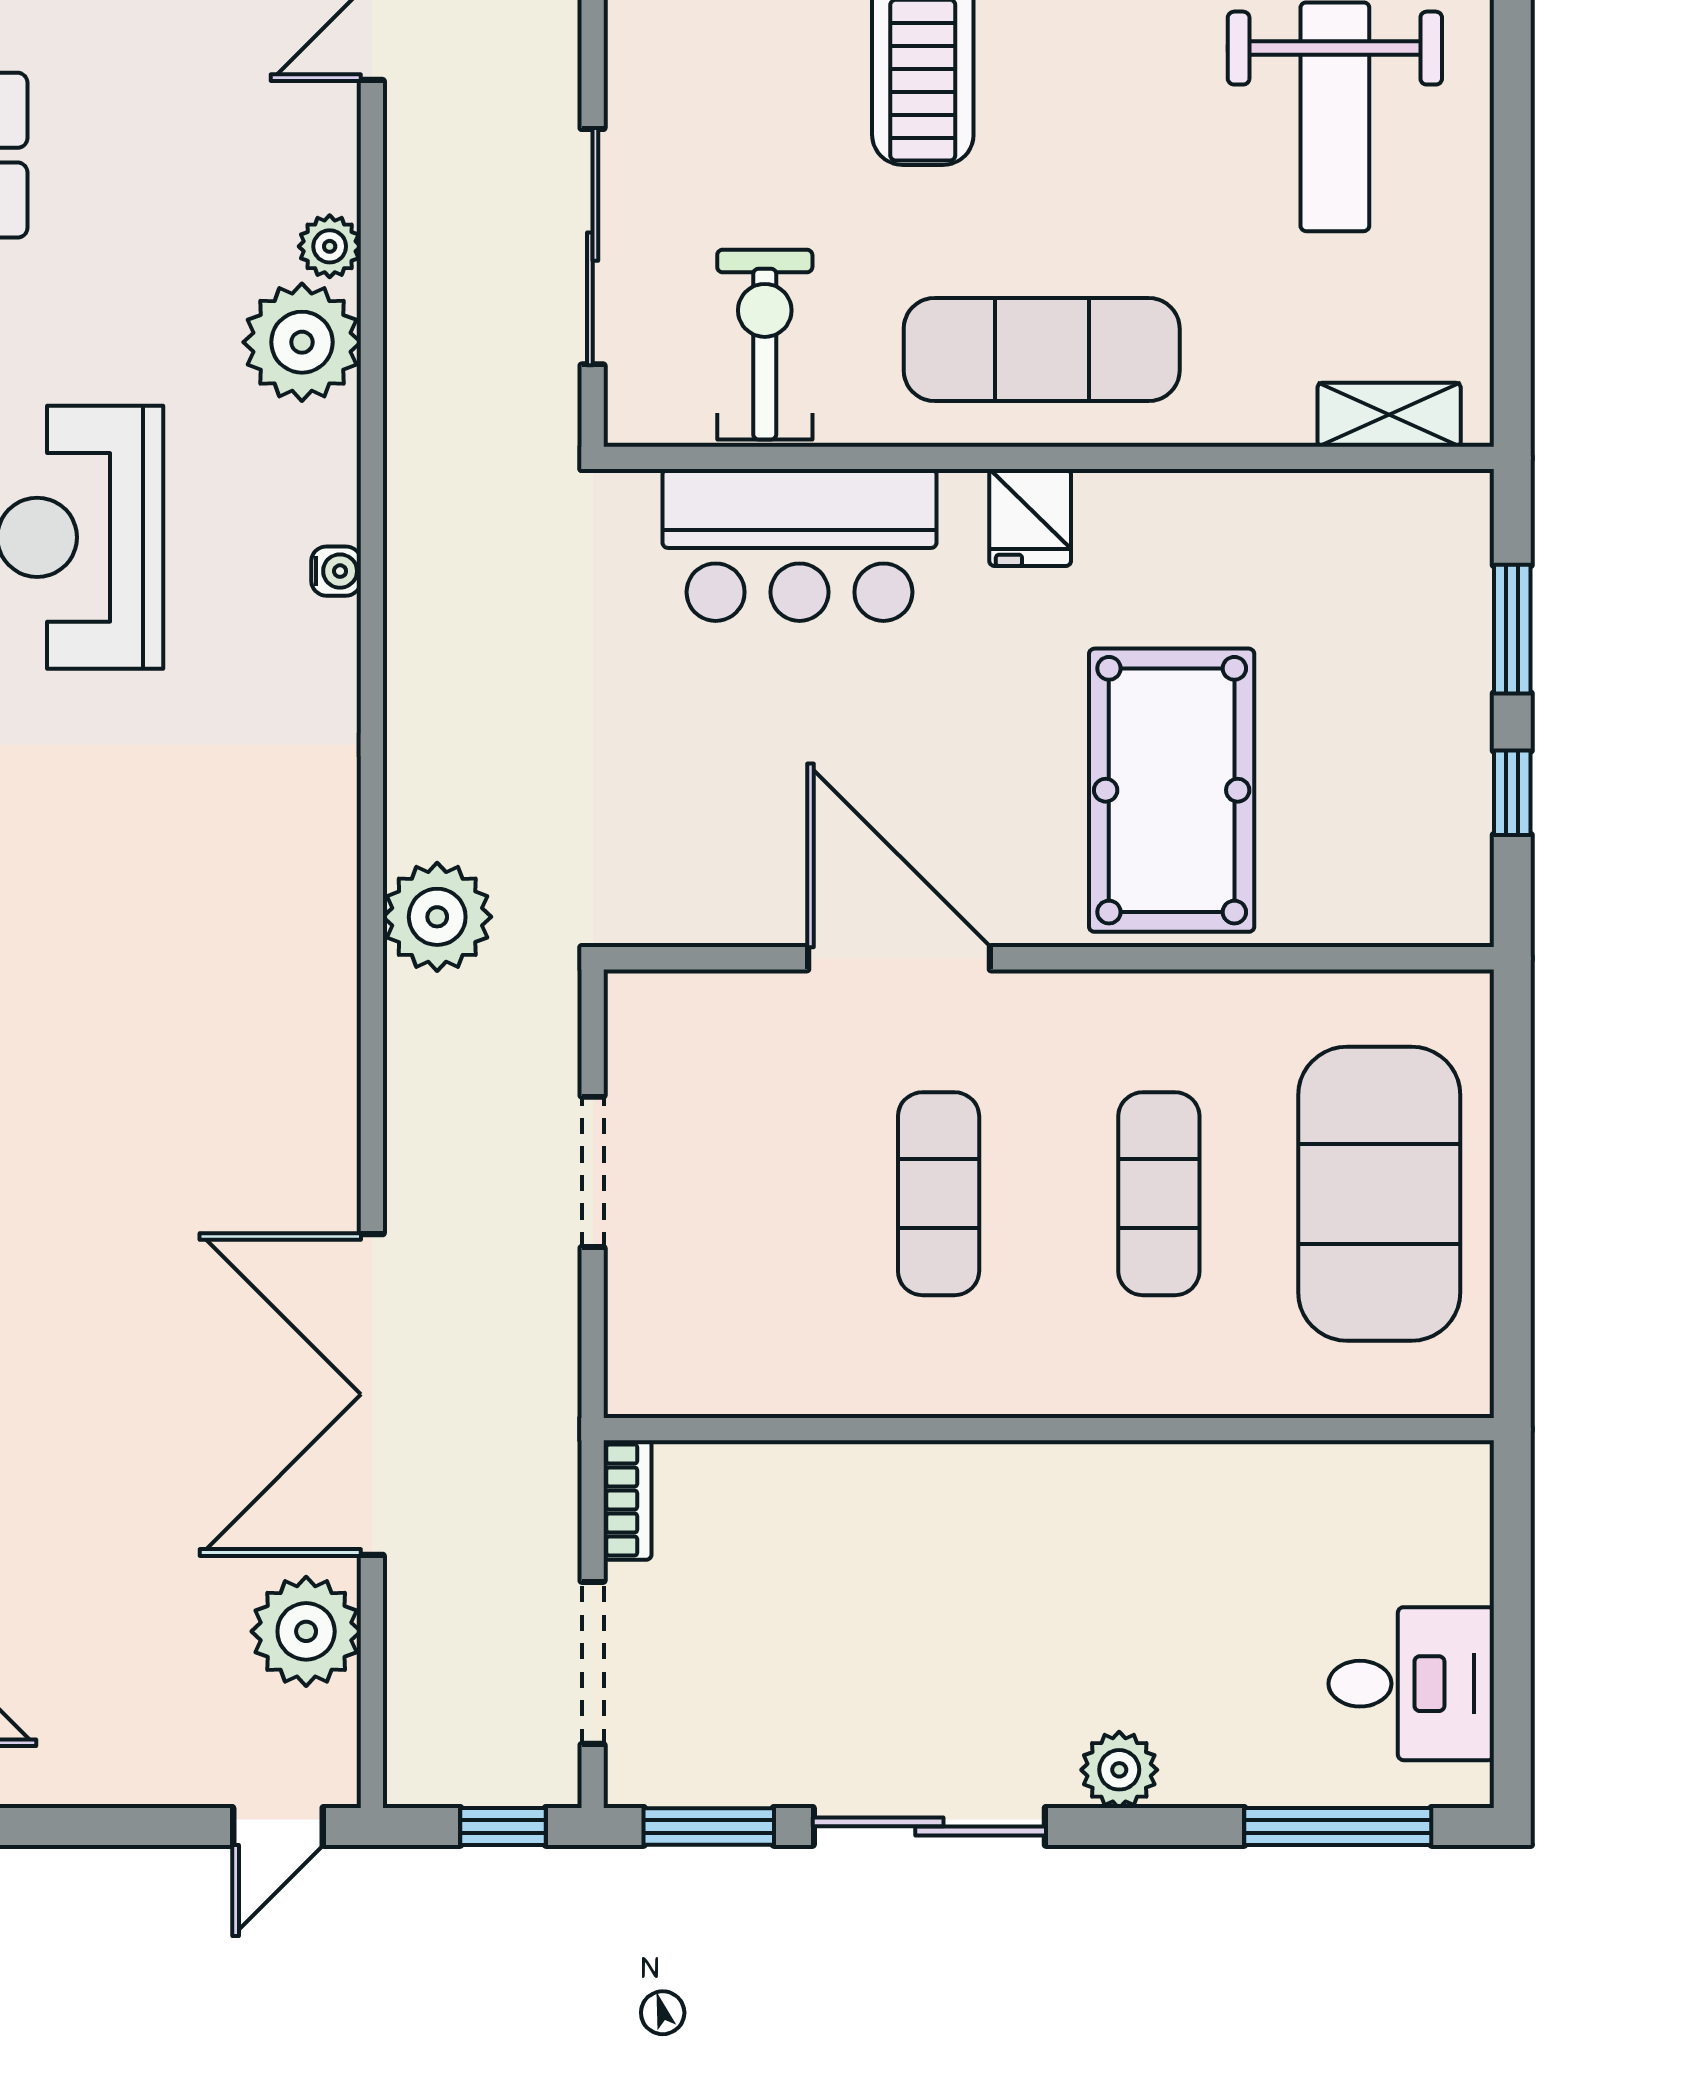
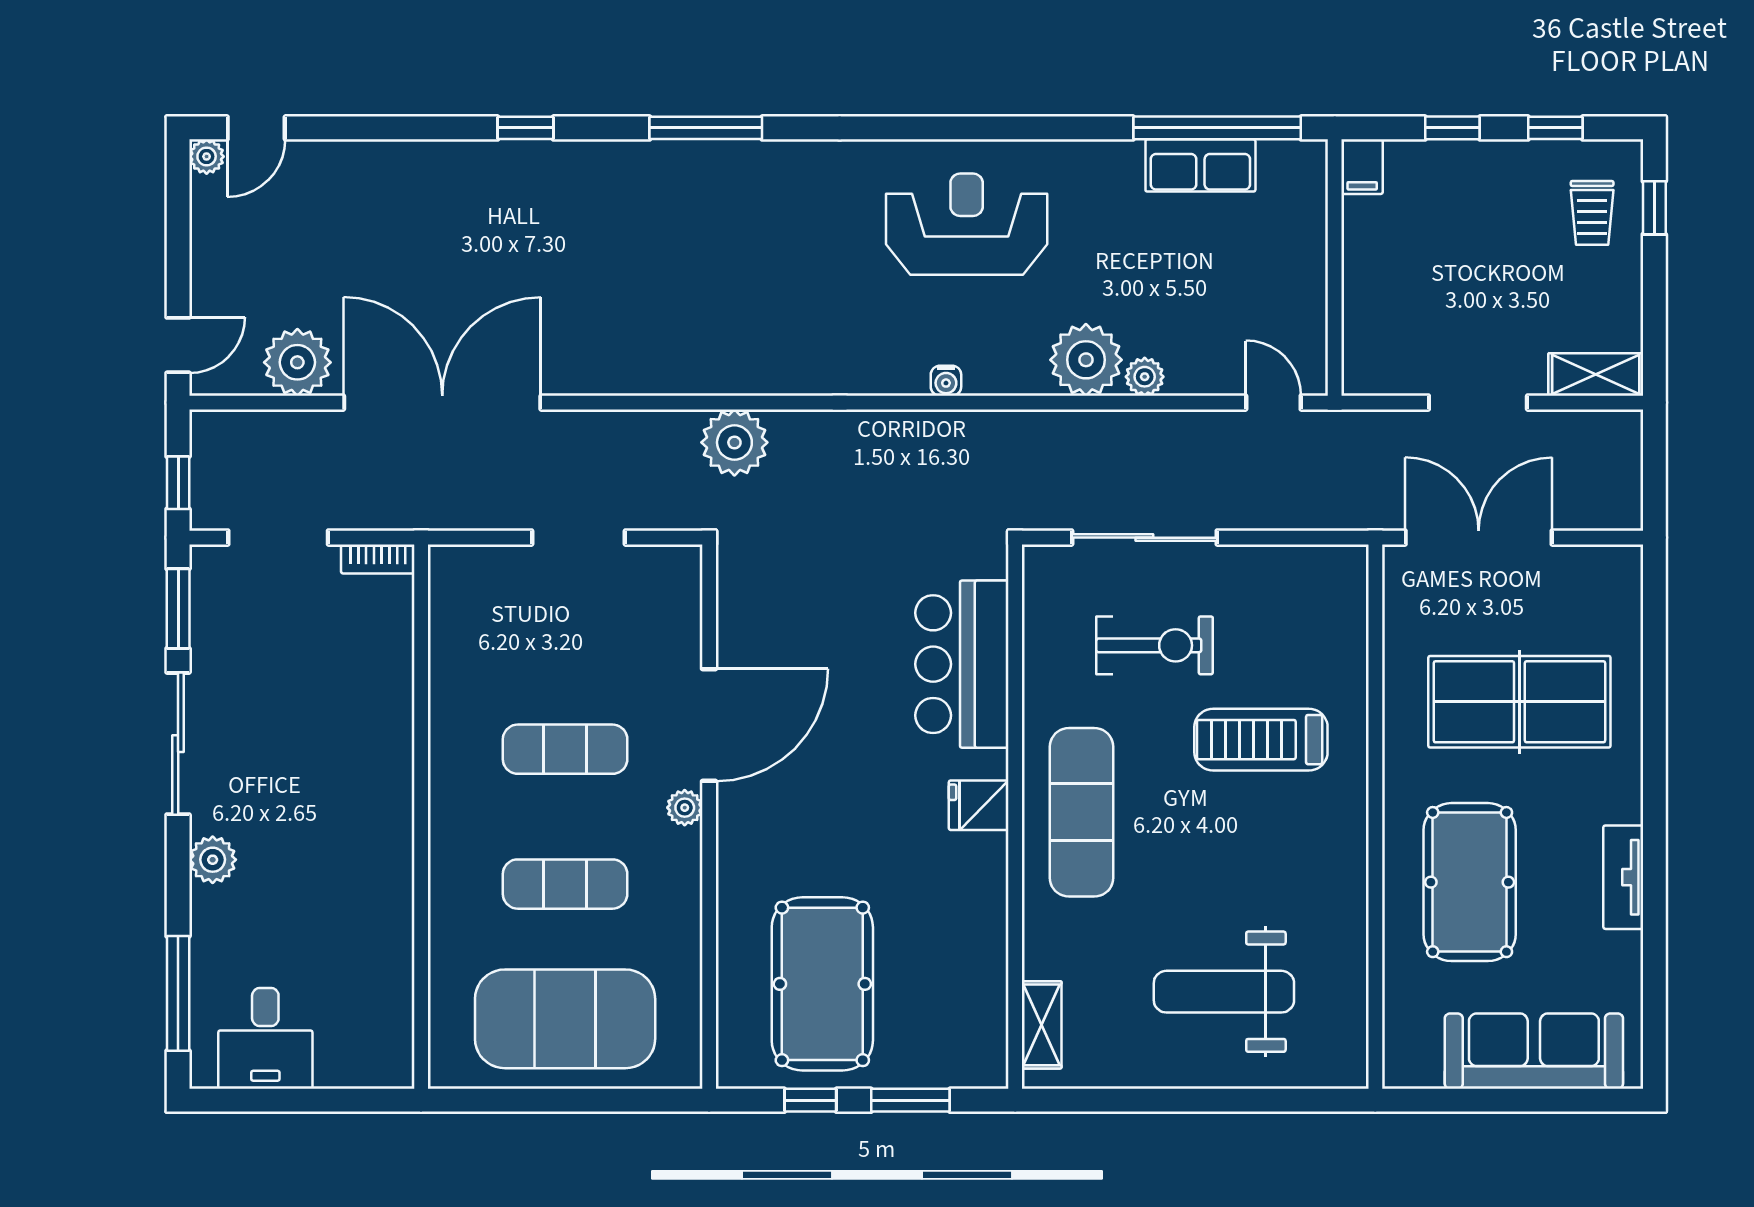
exercise bike: (765, 345) -> (1155, 645), moved
pool table: (1172, 790) -> (822, 984), moved, turned 90
plant: (1034, 998) -> (685, 808), added
door: (278, 1826) -> (178, 345), swing flipped

